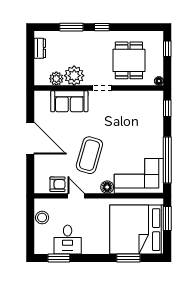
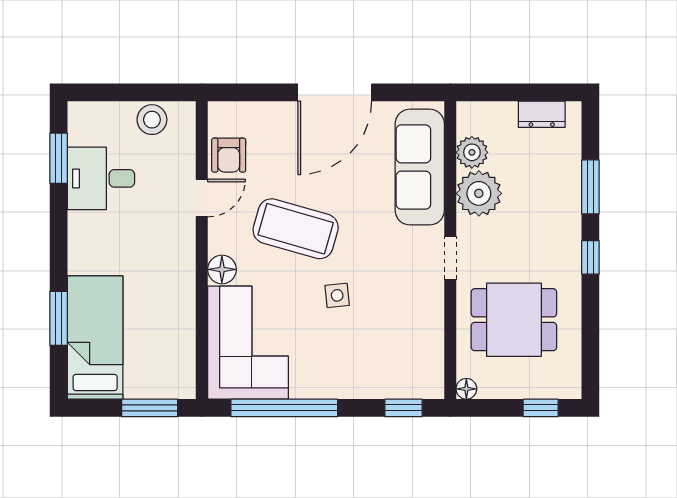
sofa: (69, 101) -> (420, 167), width x1.36
side table: (118, 137) -> (337, 295), added
bed: (137, 230) -> (95, 338), width x0.49

